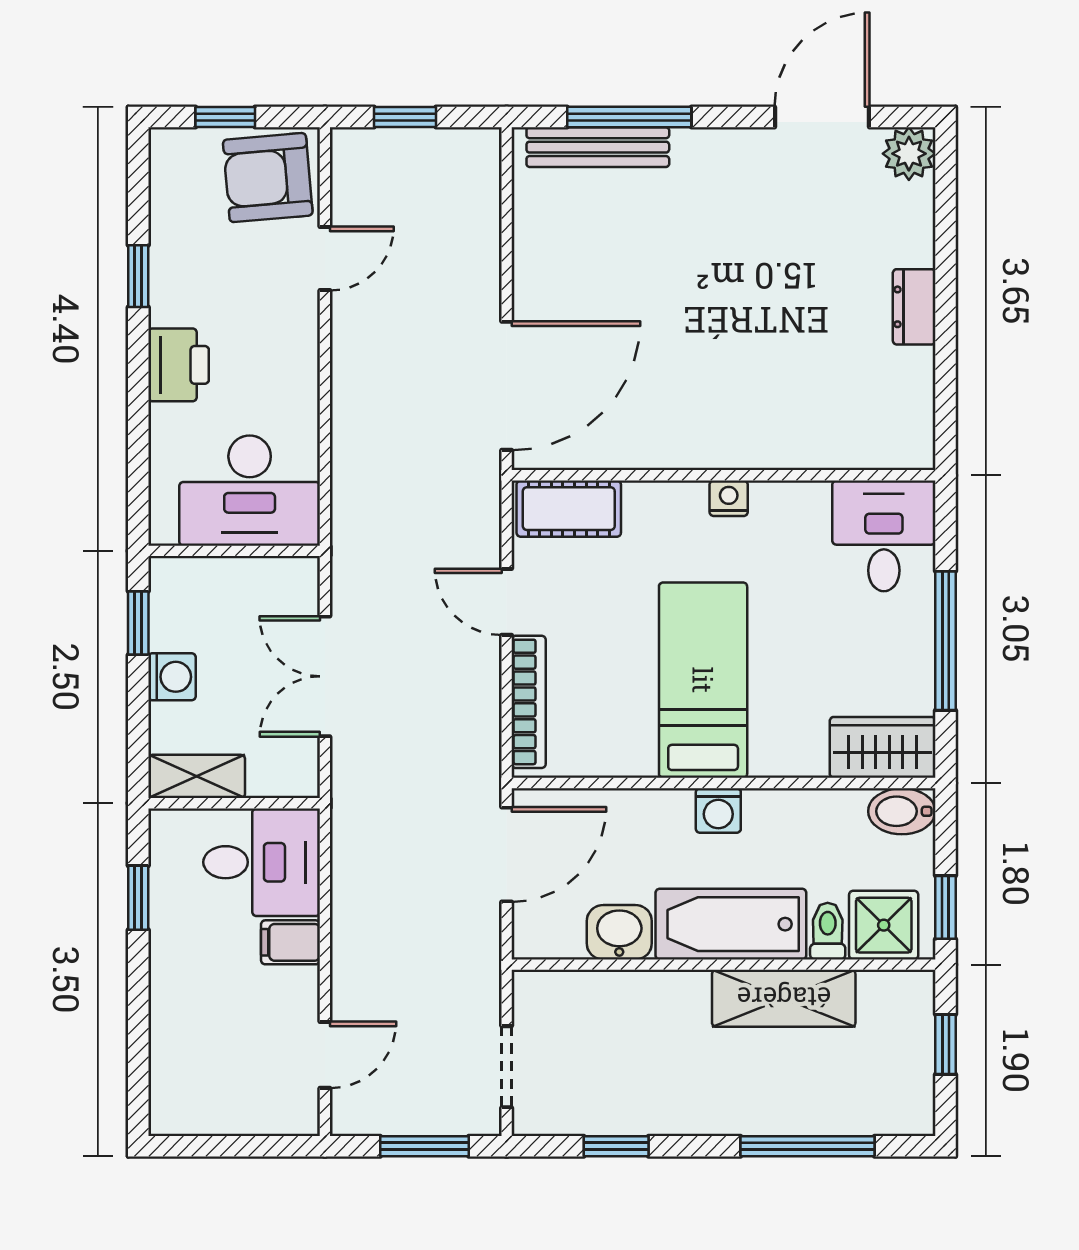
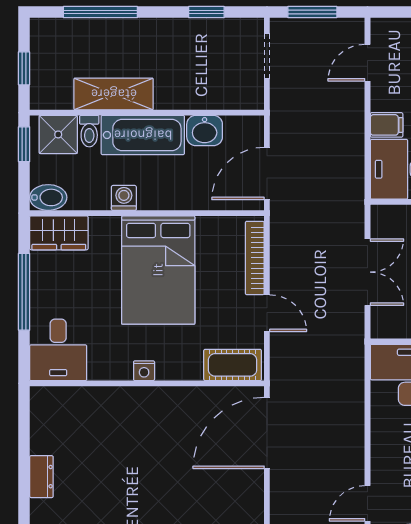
bed: (703, 680) -> (158, 270), width x1.50
washing machine: (718, 810) -> (124, 198), moved

